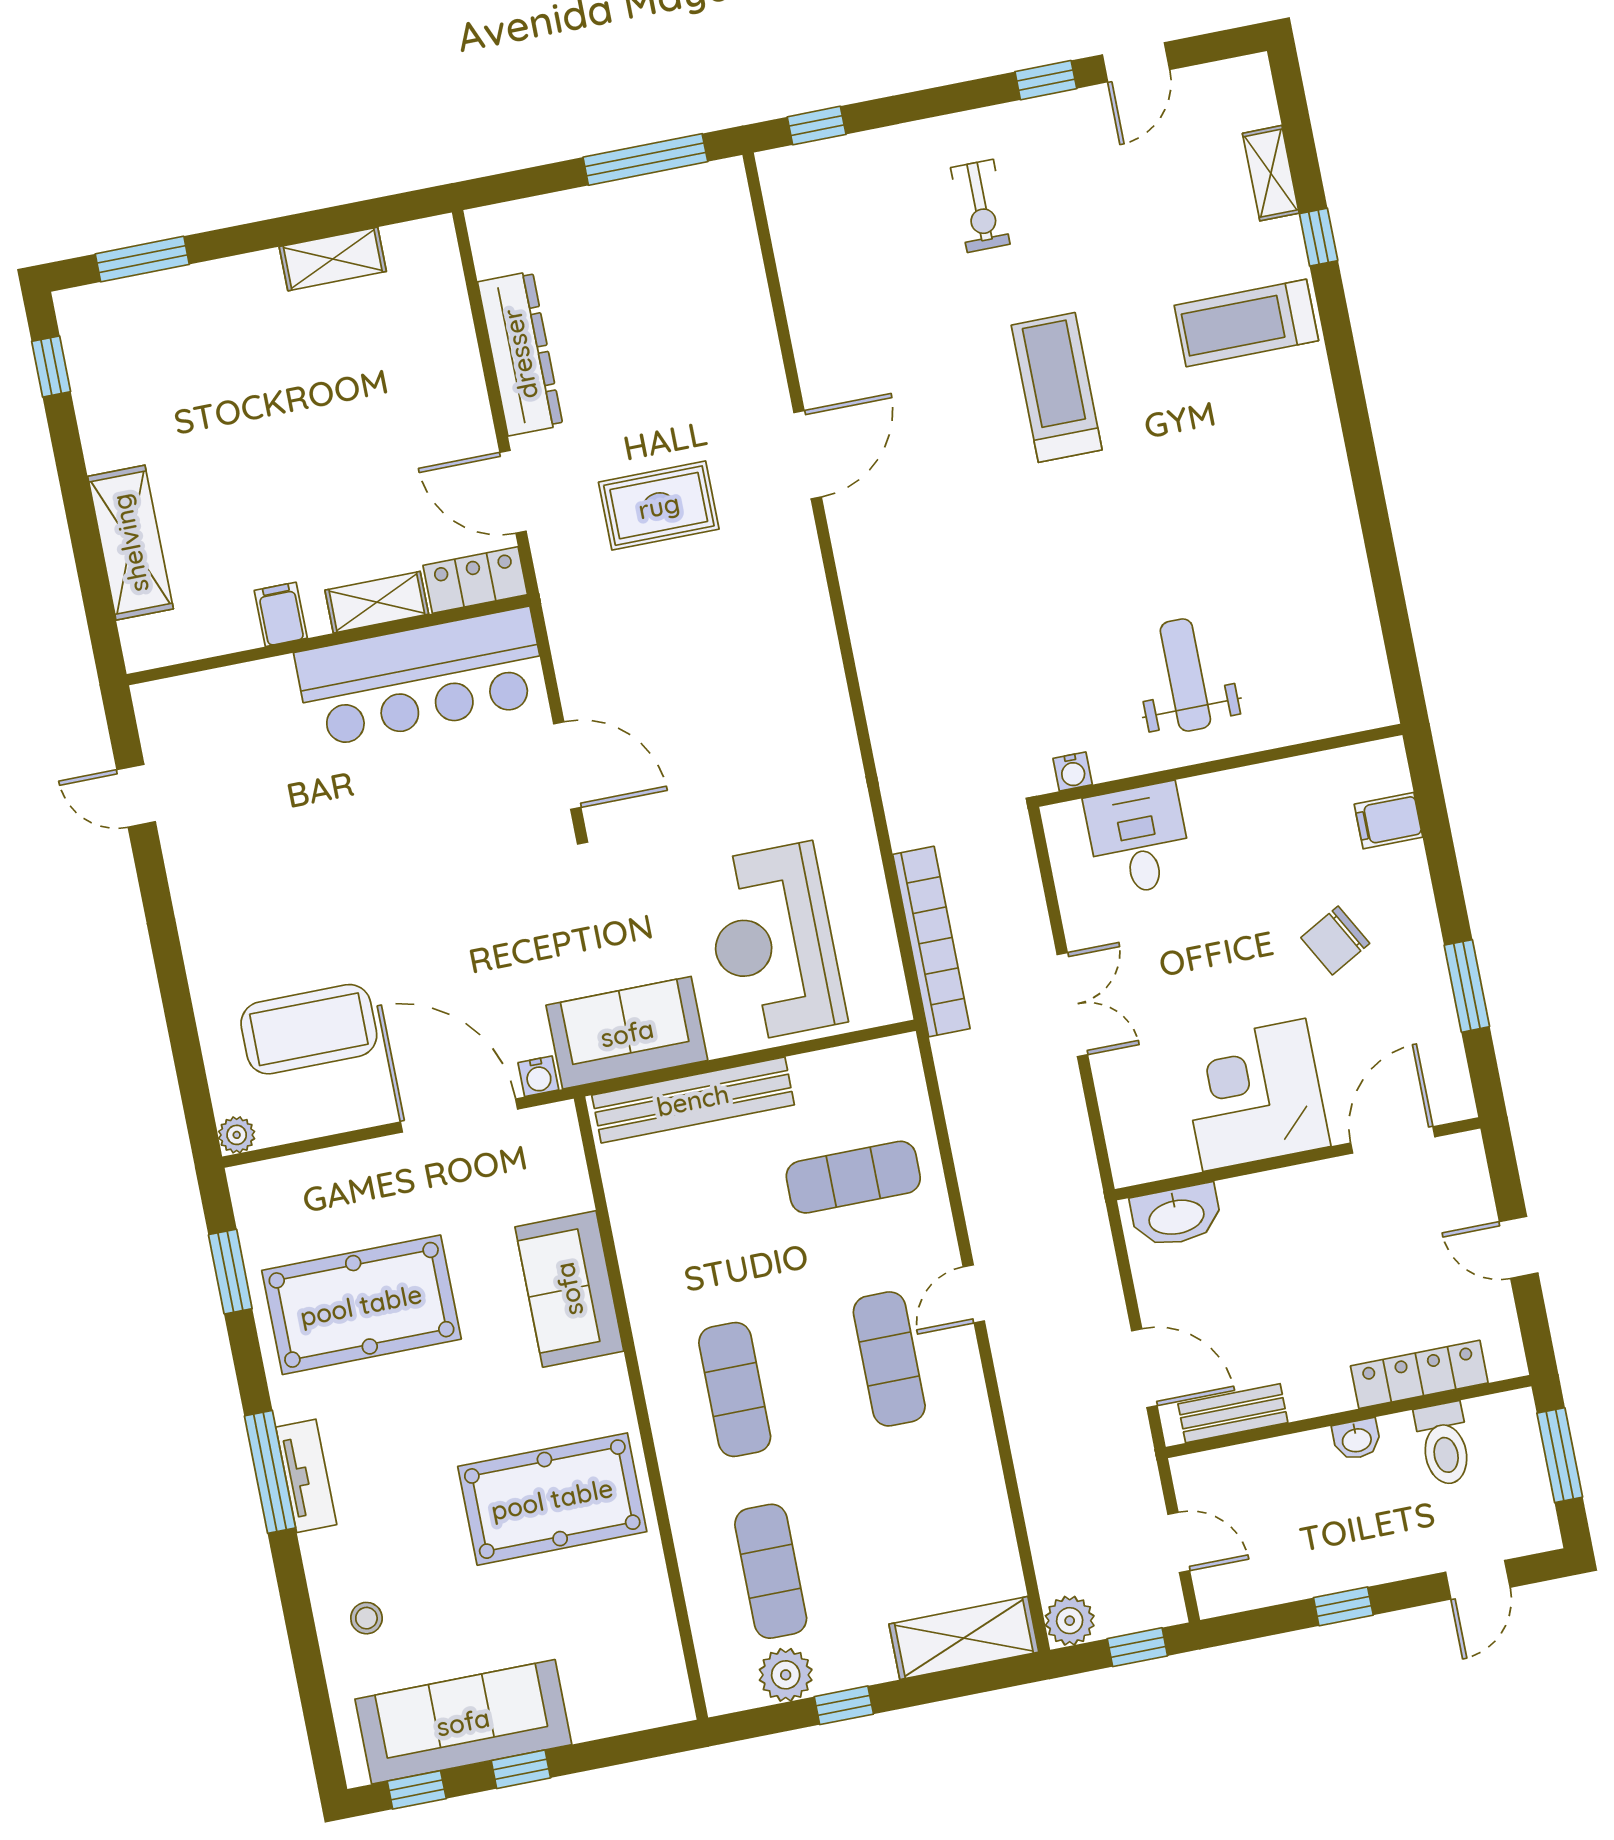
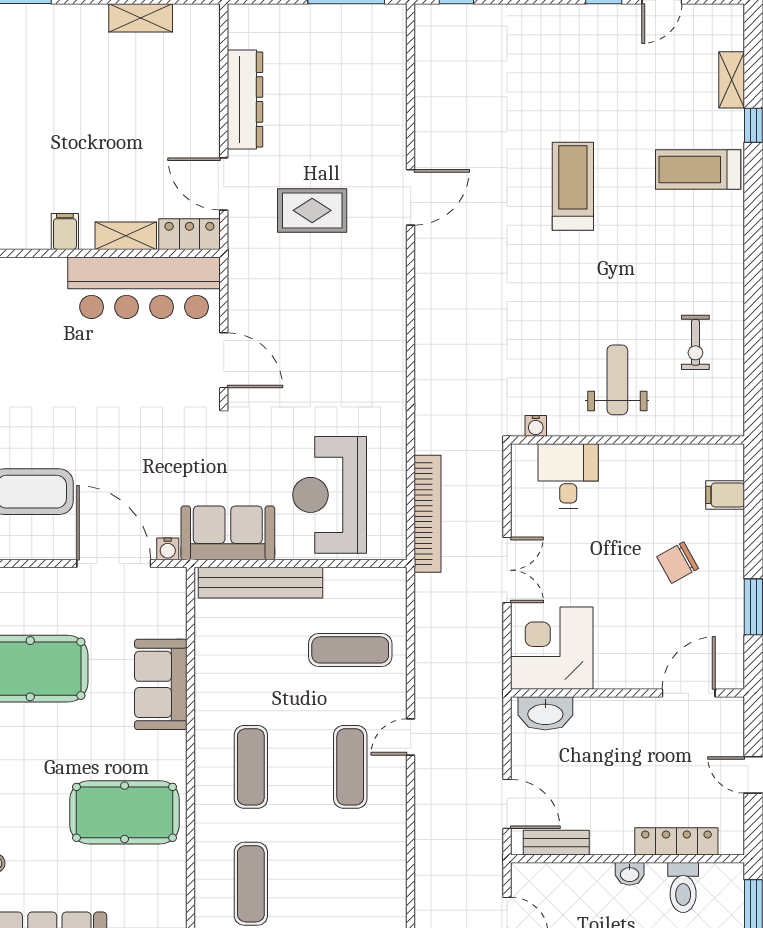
exercise bike: (980, 206) -> (695, 342), moved
corner desk: (1254, 1095) -> (552, 648), moved

